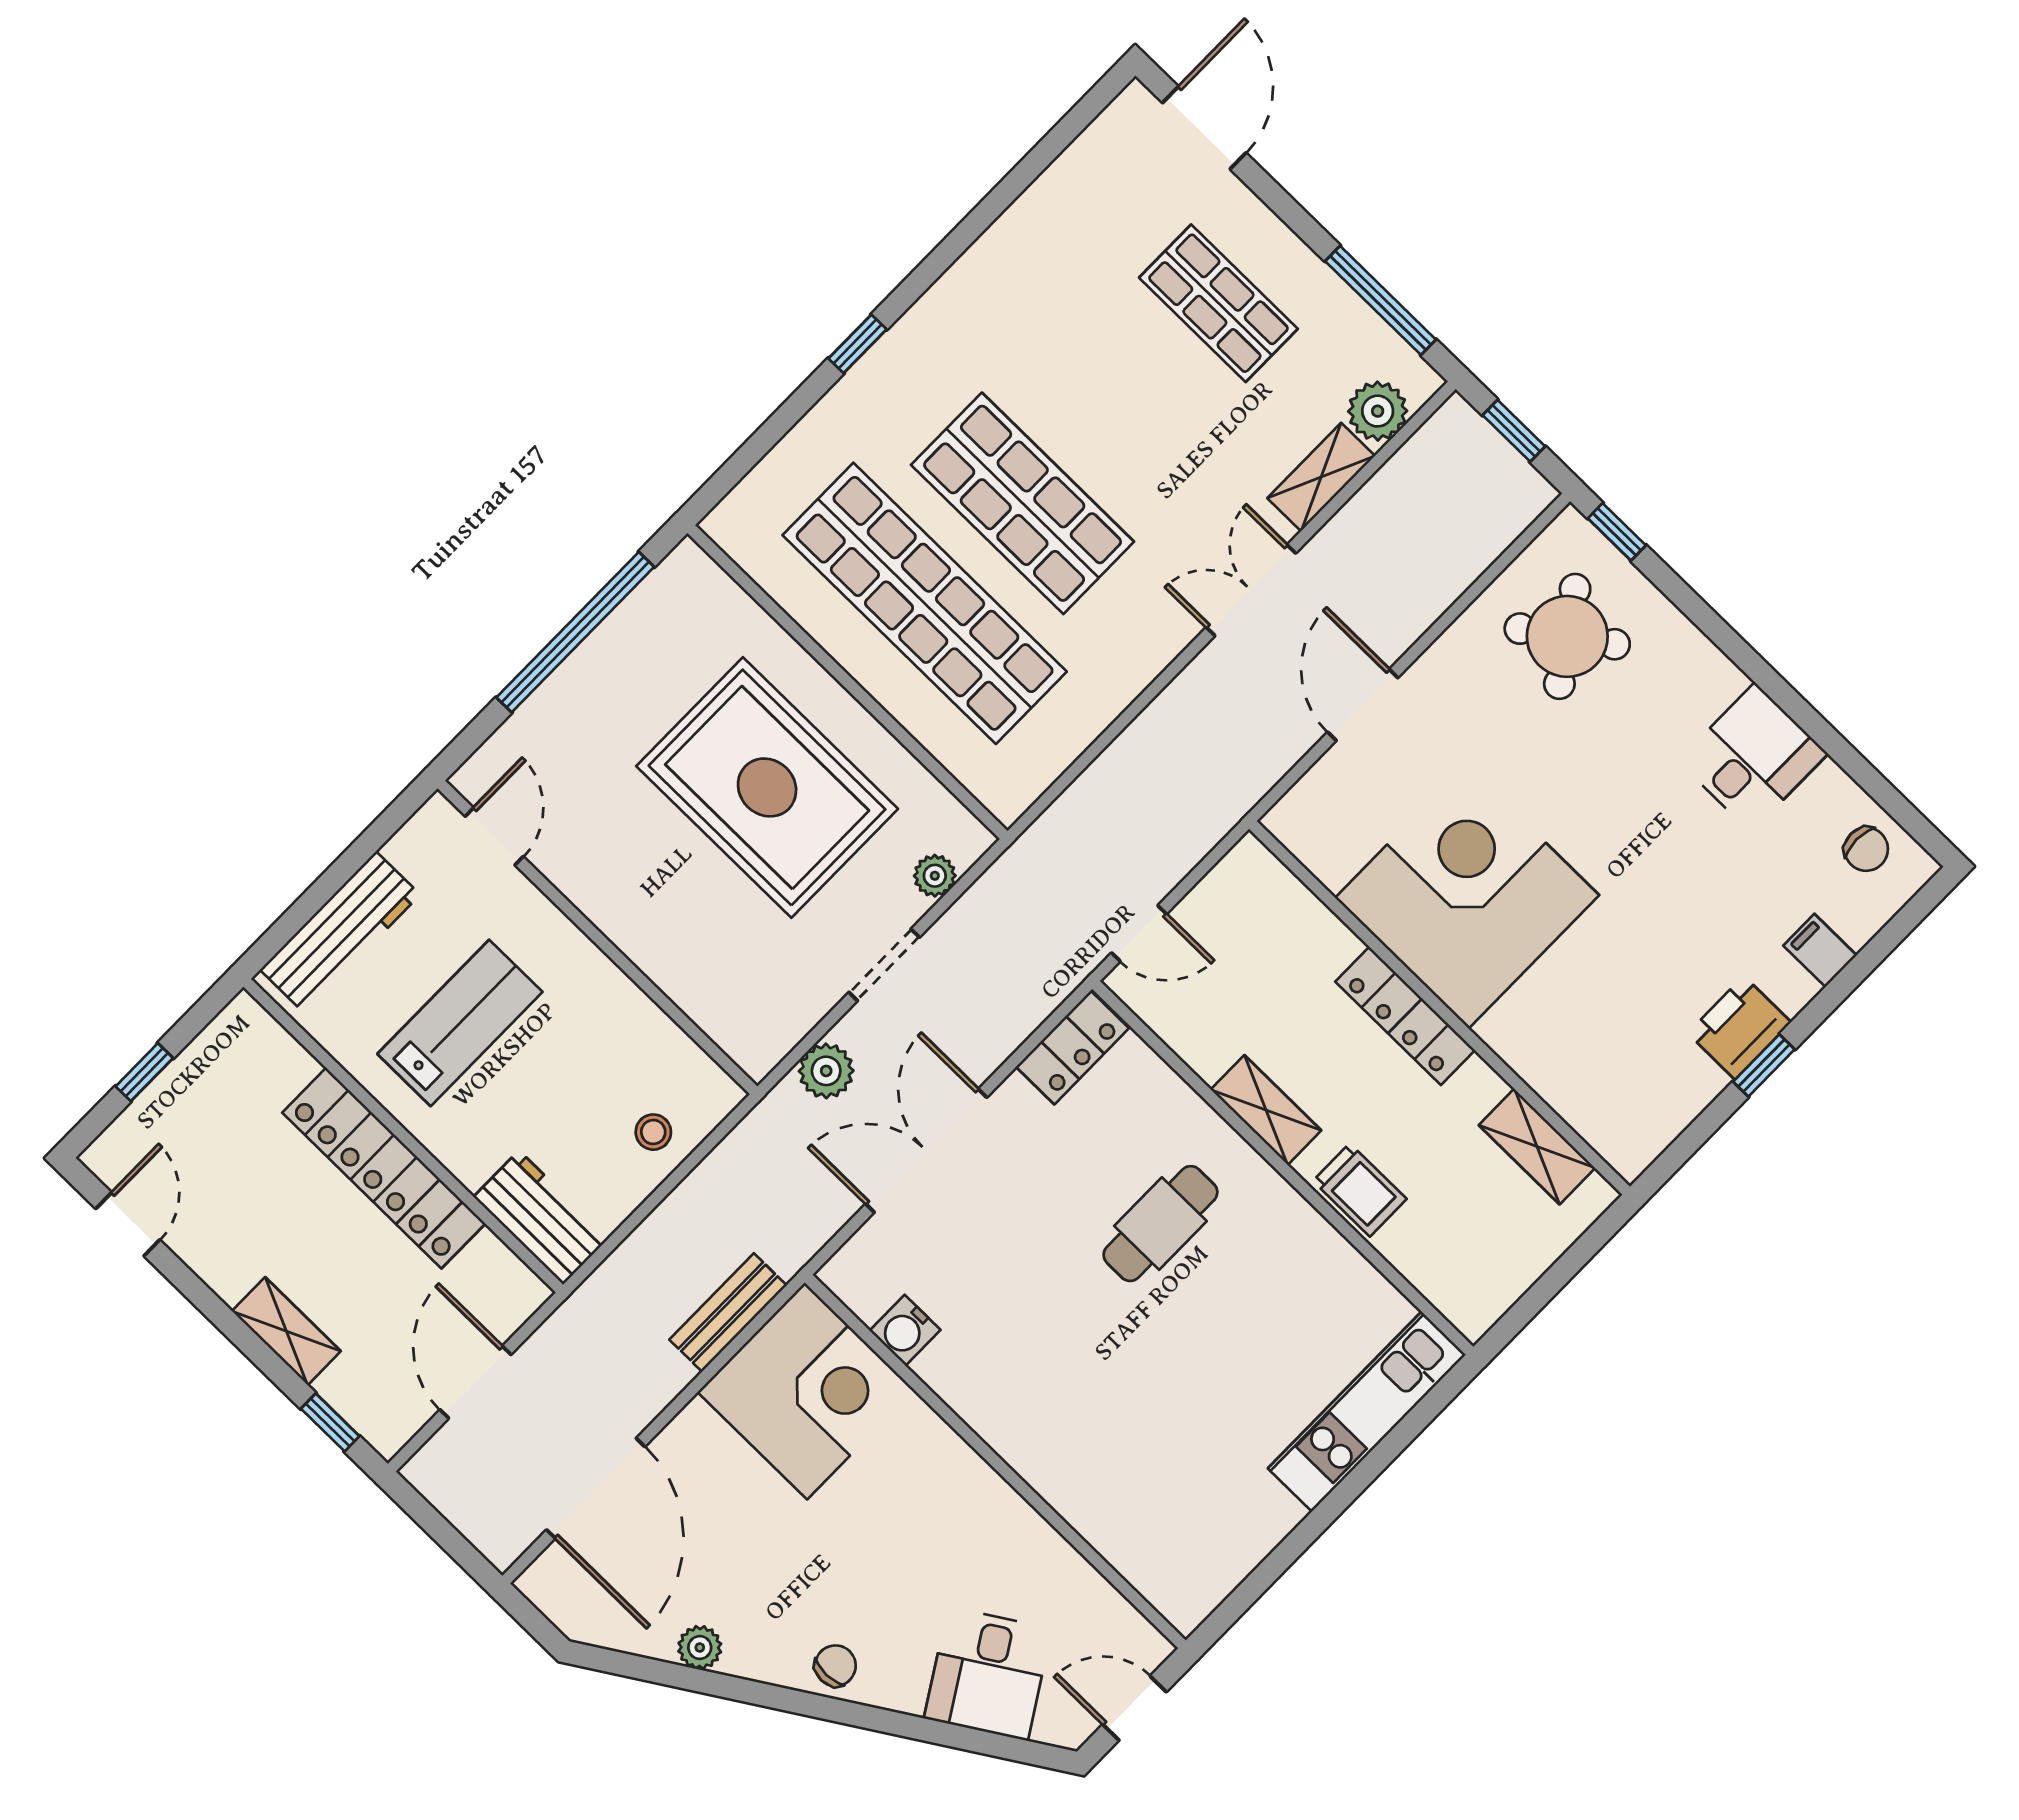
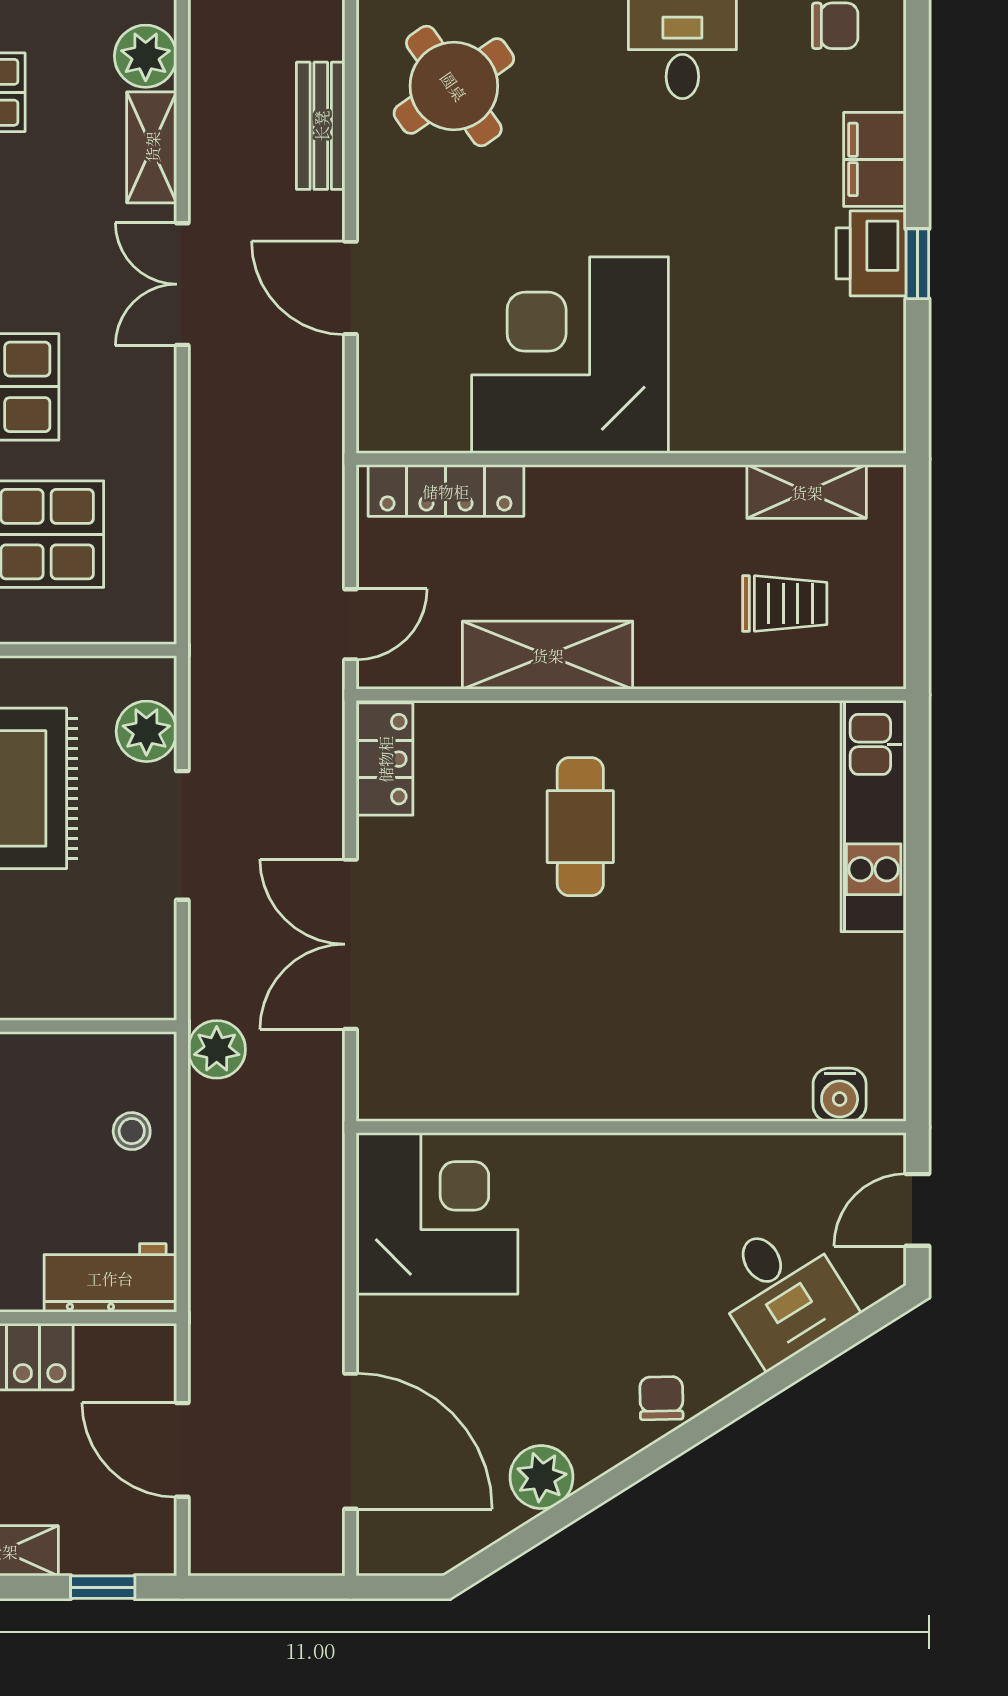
plant: (935, 876) -> (146, 731), width x1.38, depth x1.38
filing cabinet: (1820, 950) -> (875, 159), width x2.00
doorway: (884, 965) -> (182, 835), width x1.38
locker: (1405, 1016) -> (446, 491), moved
plant: (826, 1071) -> (217, 1049), moved
shelving: (1266, 1110) -> (548, 655), width x1.50, depth x1.33
trolley: (1360, 1190) -> (785, 604), moved
bench: (728, 1312) -> (321, 126), moved
water cooler: (905, 1330) -> (840, 1095), moved
plant: (700, 1648) -> (541, 1477), width x1.38, depth x1.38

